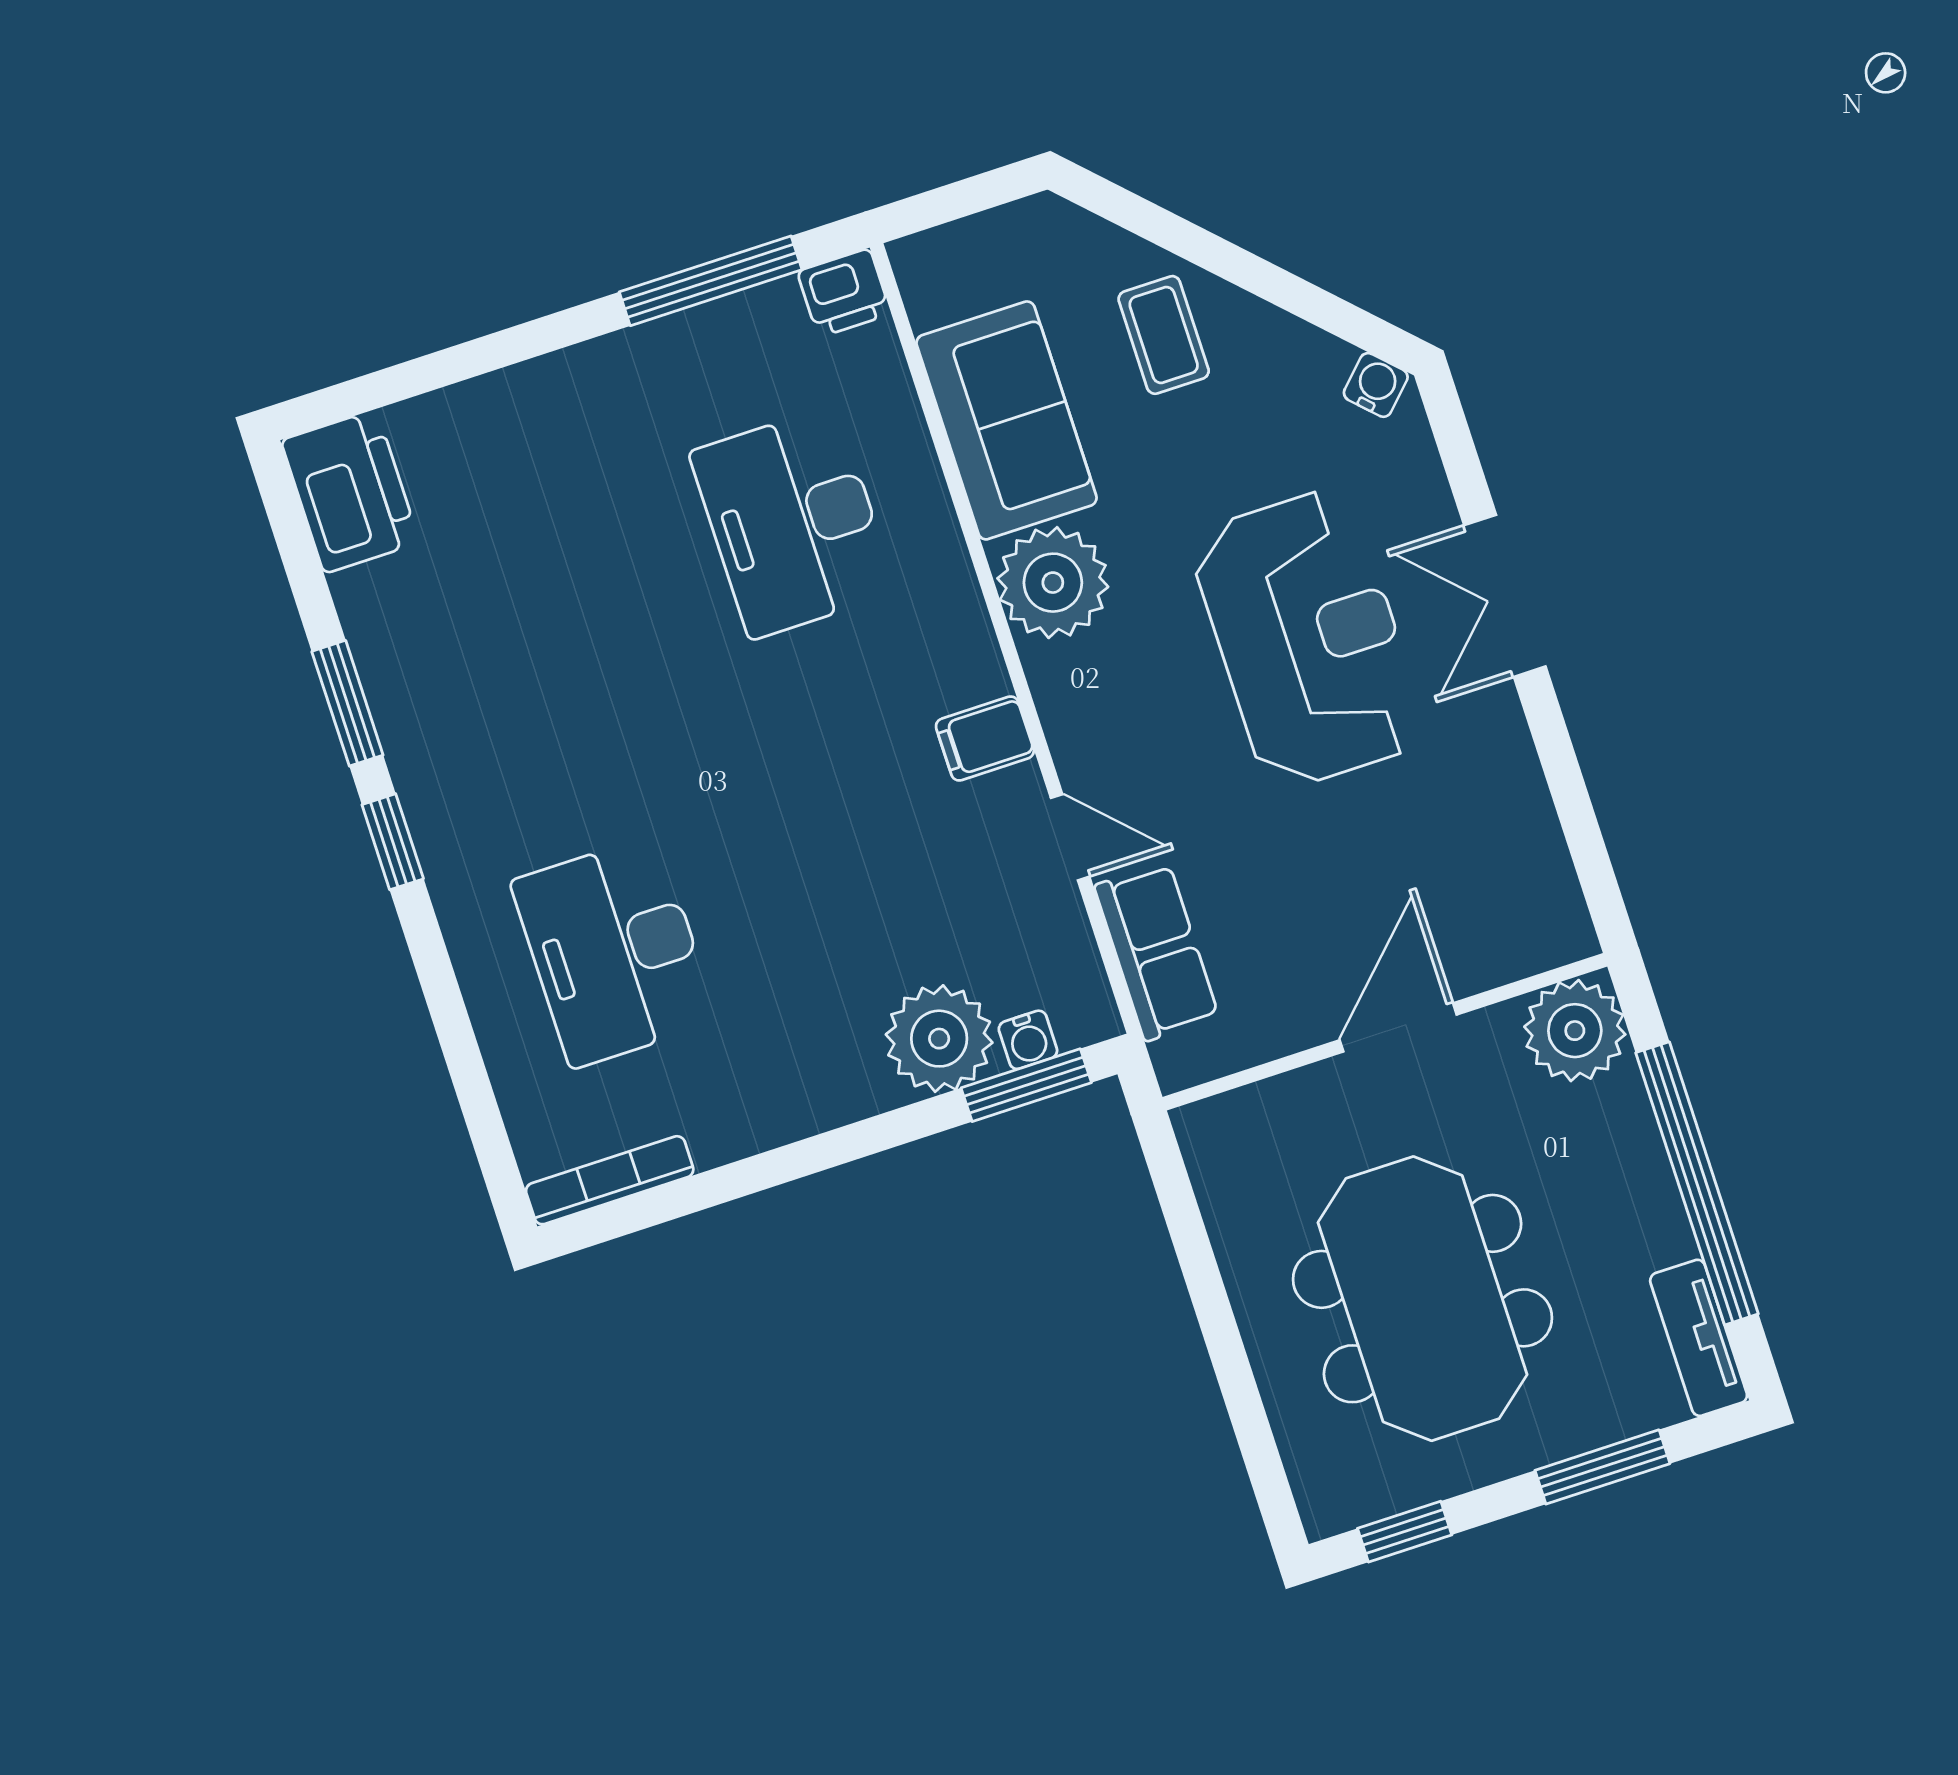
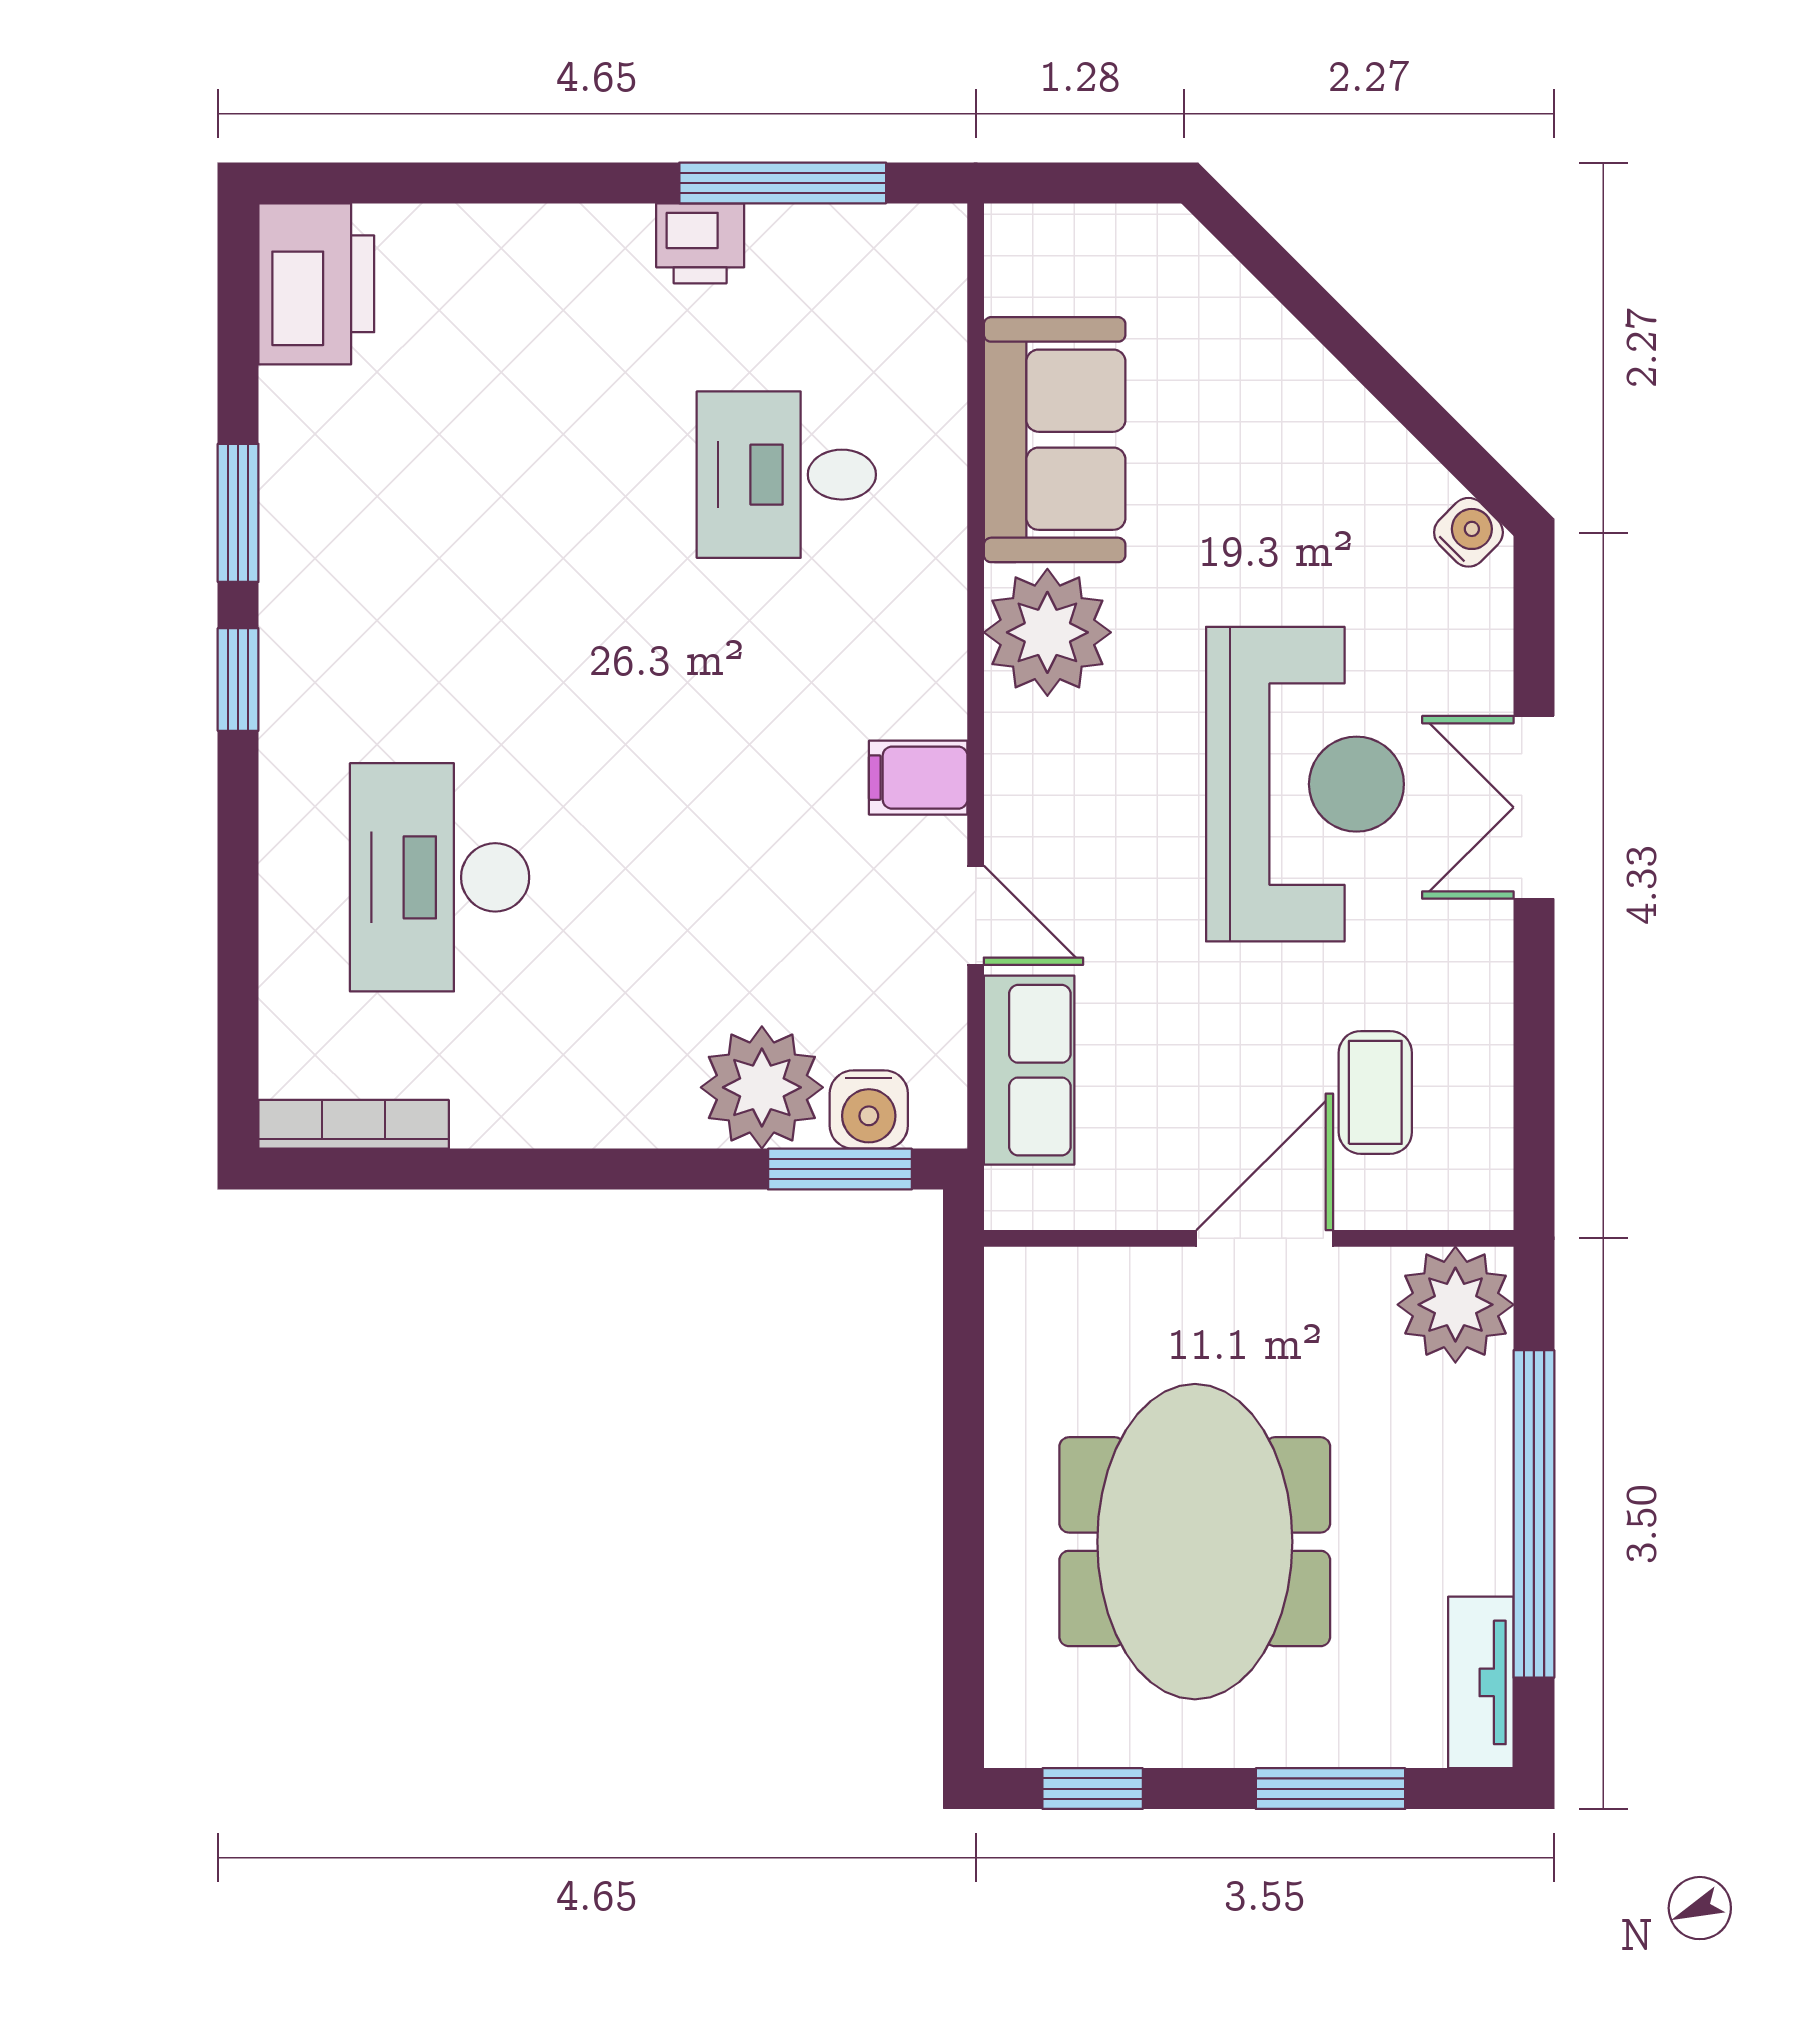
printer: (844, 293) -> (700, 243), moved
coffee table: (1164, 335) -> (1375, 1092), moved
desk: (793, 522) -> (786, 475), width x0.73
water cooler: (1028, 1040) -> (869, 1110), width x1.38, depth x1.38

